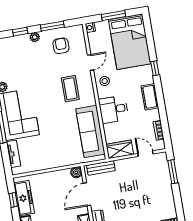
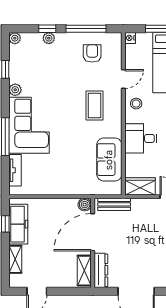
window: (52, 26) -> (86, 29), width x1.44
plant: (35, 37) -> (49, 38), moved
sofa: (90, 131) -> (109, 160), width x0.73
door: (87, 194) -> (93, 232), width x1.36

